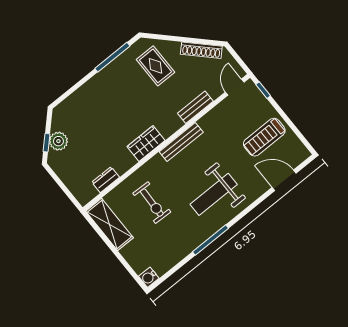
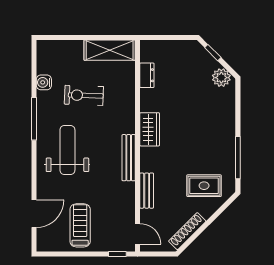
plant: (58, 141) -> (221, 78), moved
exercise bike: (152, 203) -> (84, 95), moved
water cooler: (149, 277) -> (44, 82), moved, turned -90

